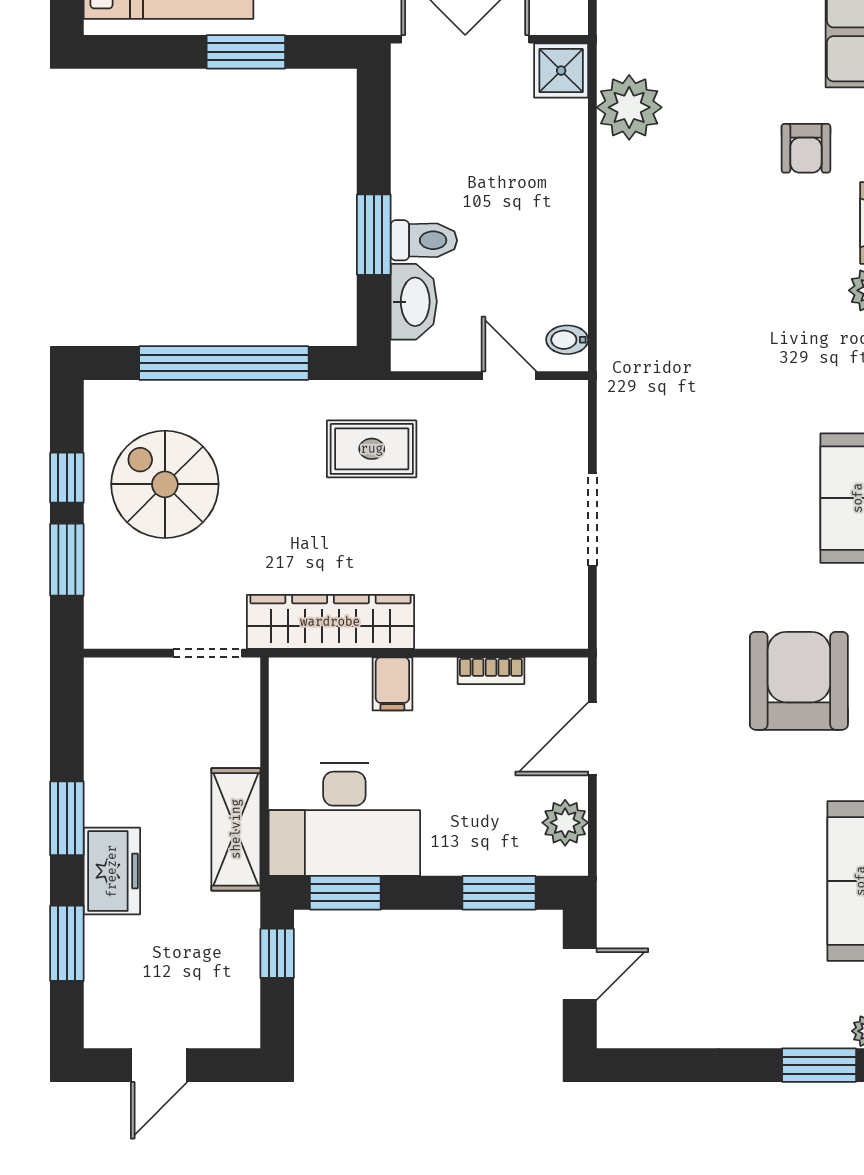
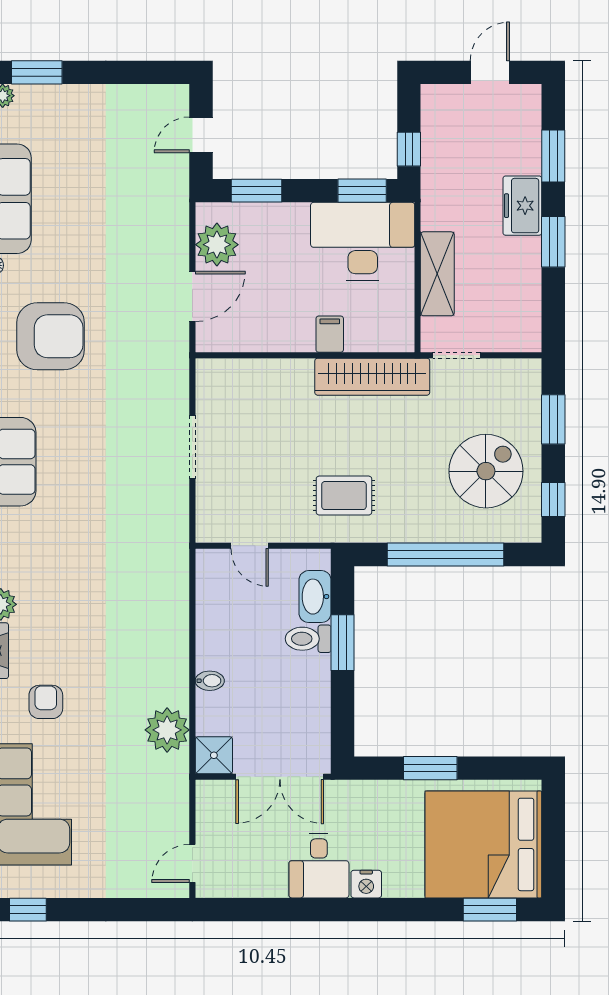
bidet: (567, 340) -> (210, 681), moved
window: (67, 478) -> (553, 499), moved
spiral stairs: (165, 484) -> (486, 471), turned -90
bookcase: (491, 671) -> (262, 343), removed
armchair: (799, 681) -> (51, 336), turned -90
plant: (565, 823) -> (217, 245), width x1.36, depth x1.36
shelving: (236, 829) -> (437, 274), moved

